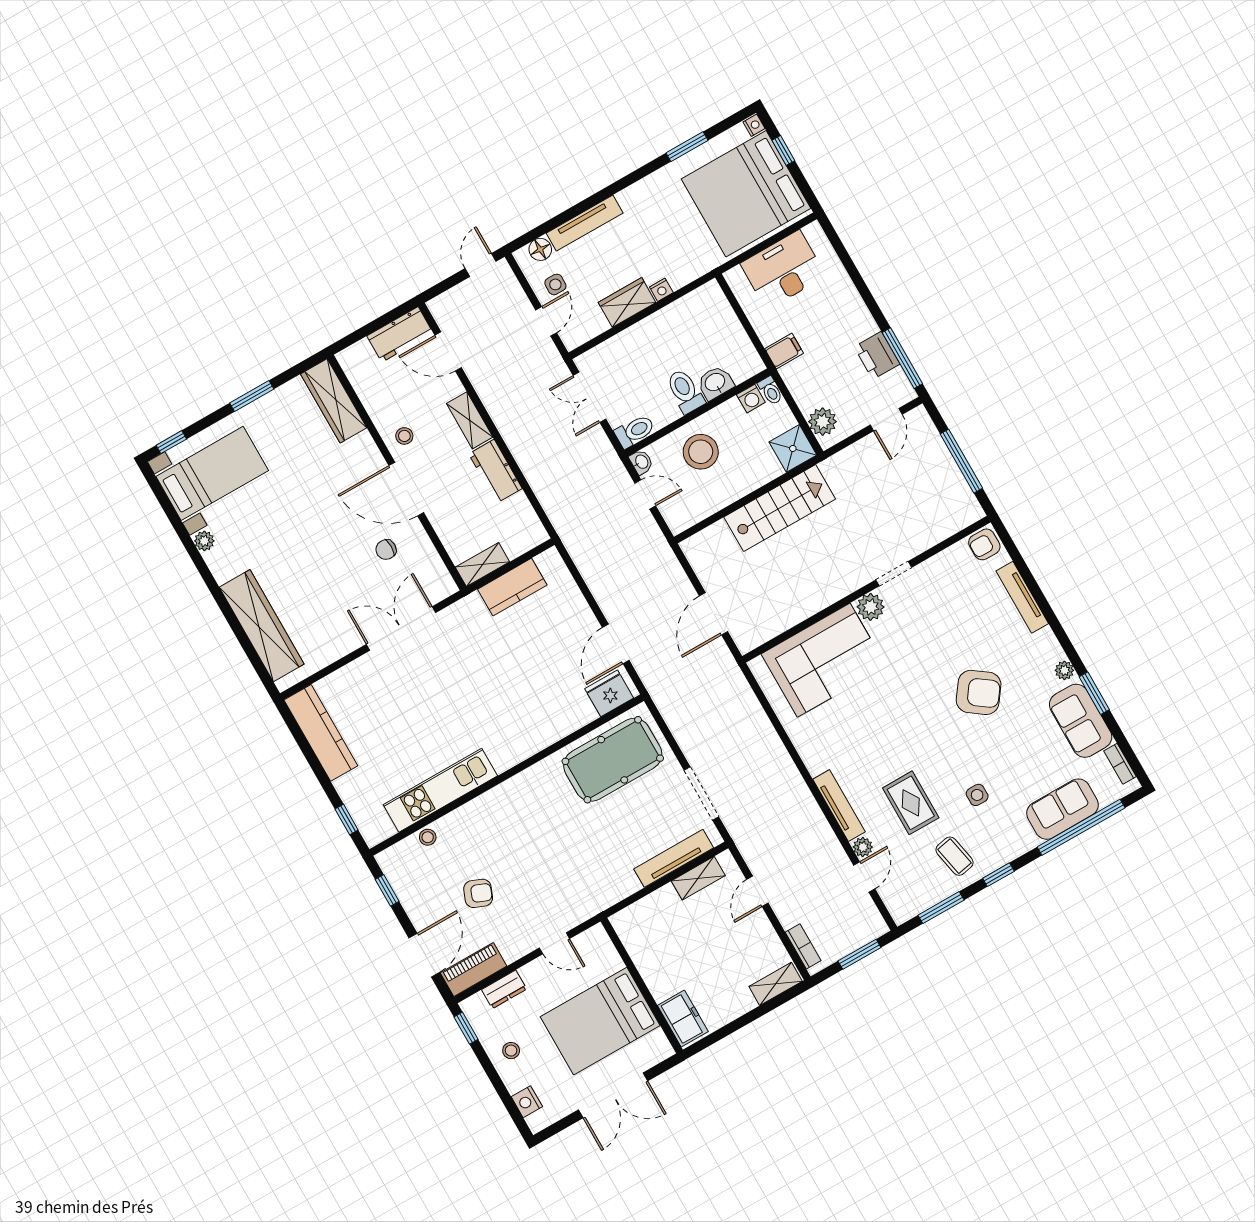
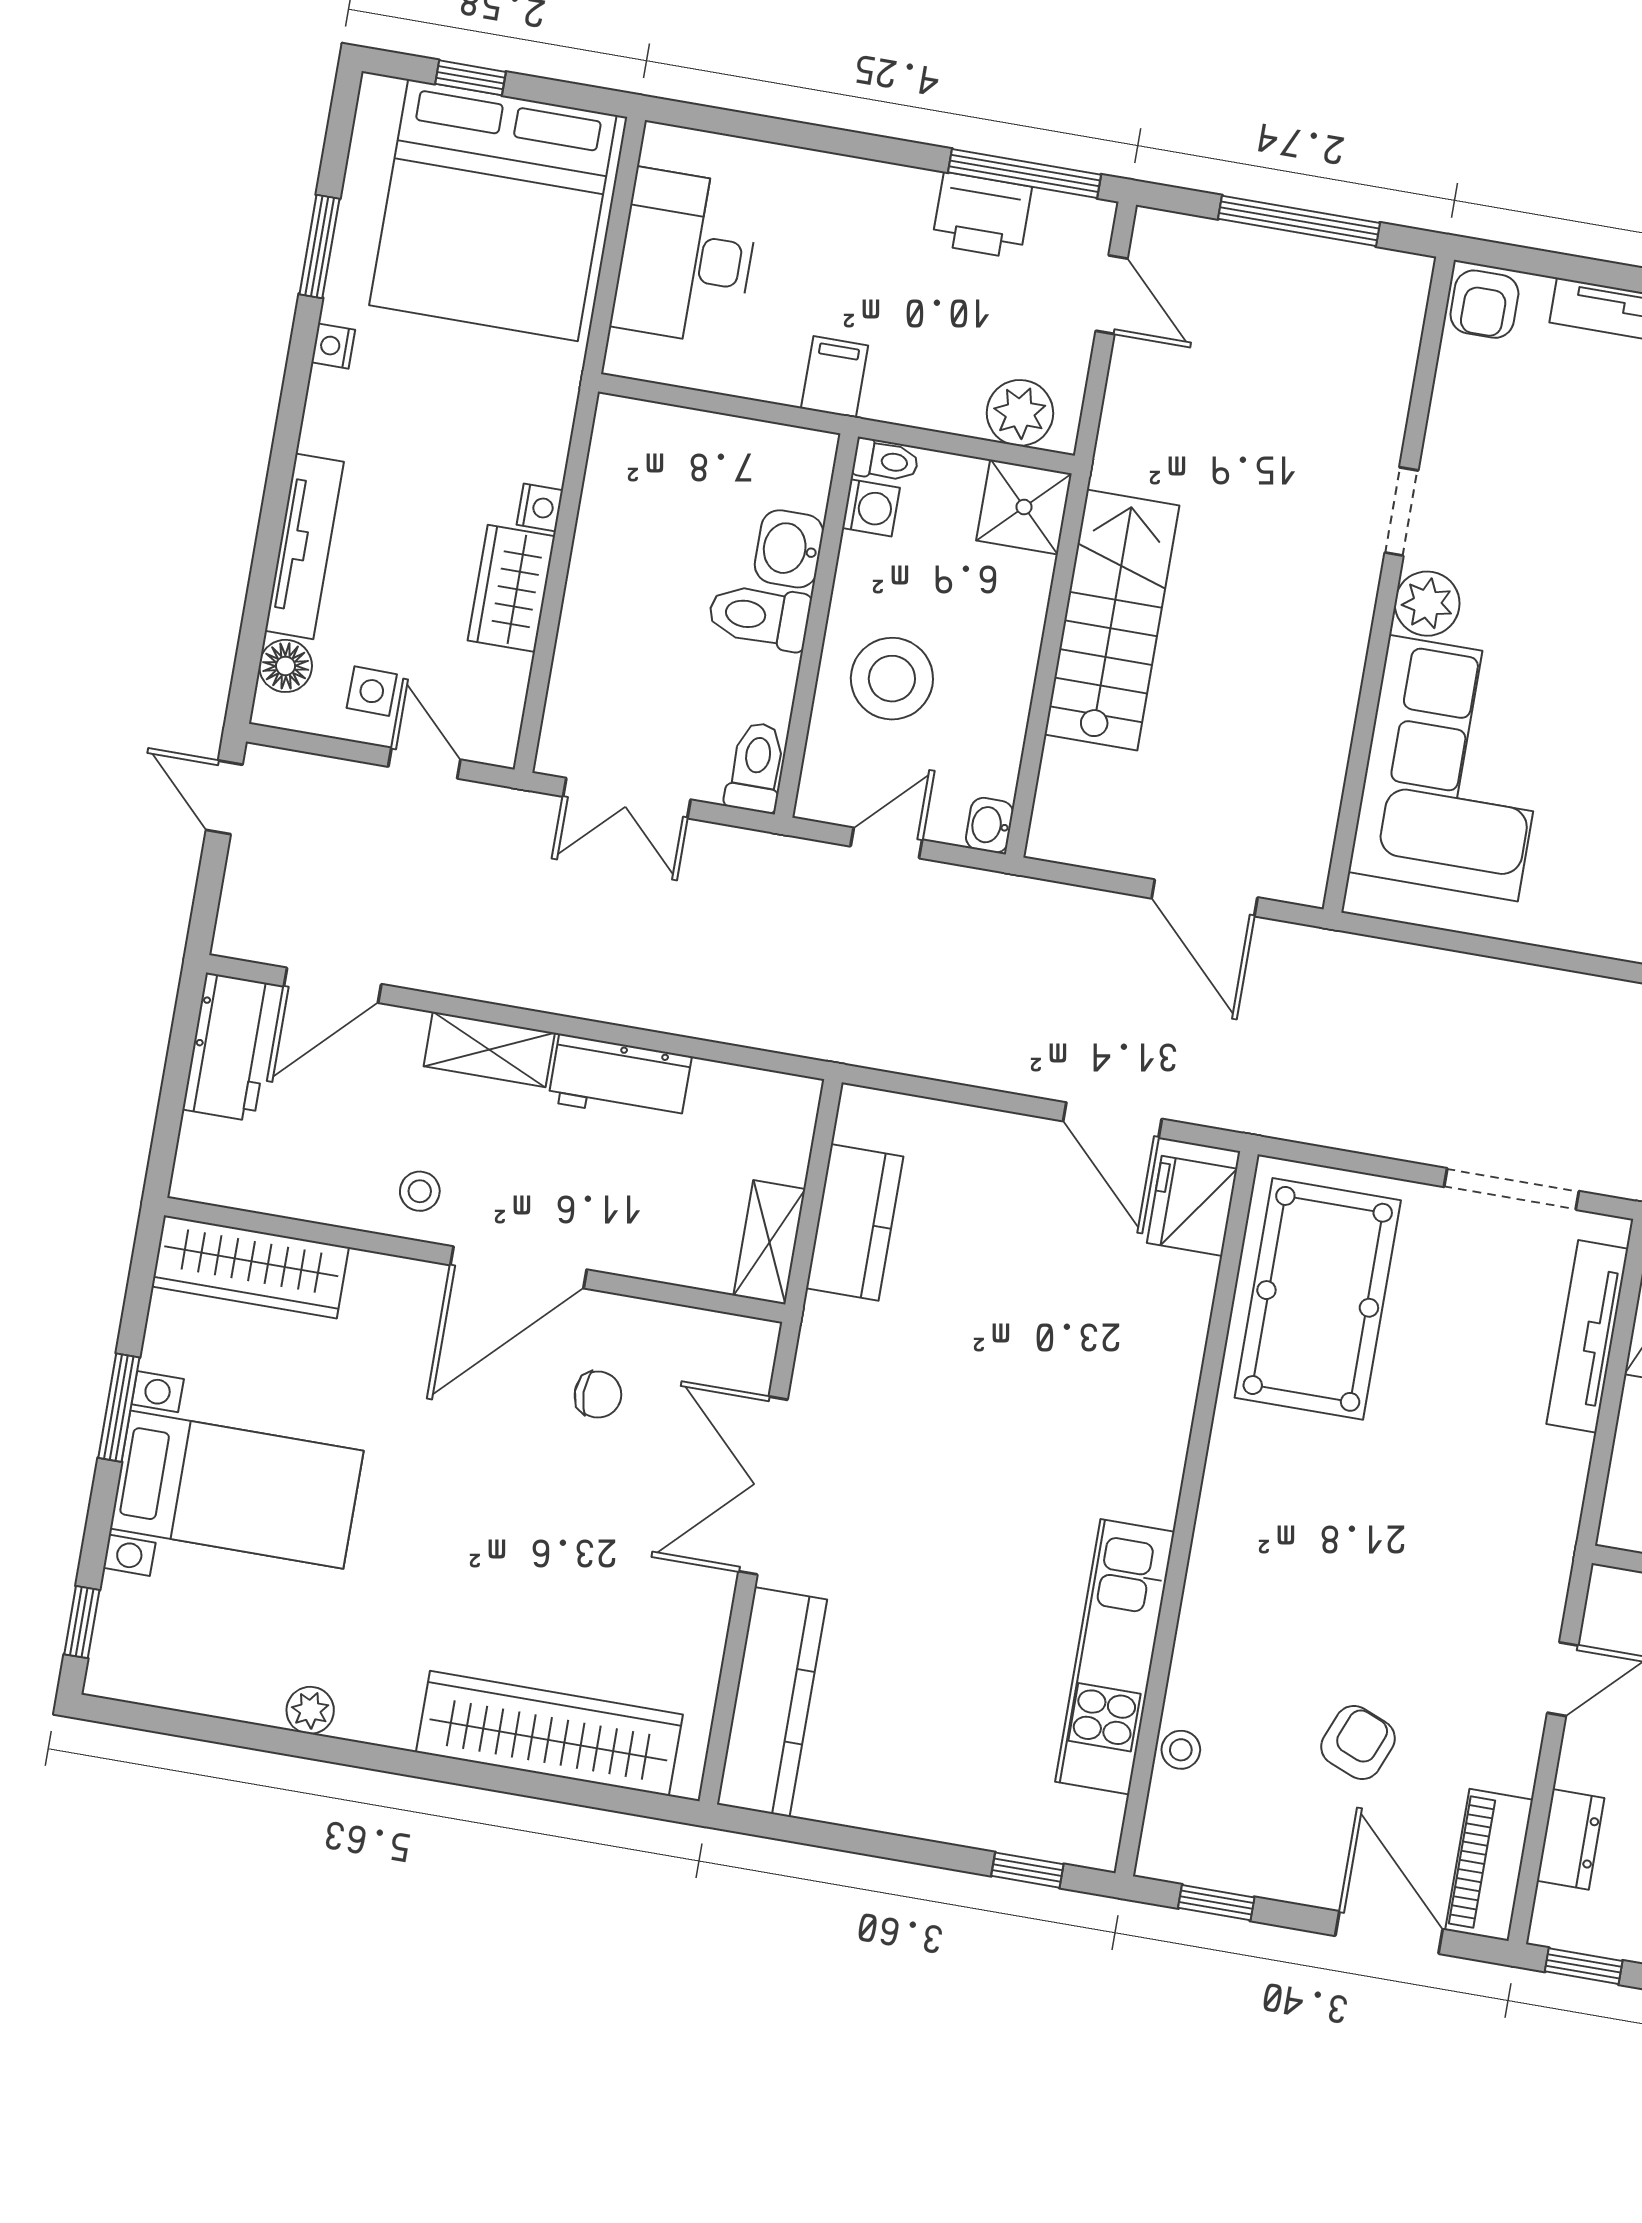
nightstand: (754, 125) -> (333, 346), moved, turned -90
washbasin: (641, 462) -> (989, 825), moved, turned -90
bed with nightstands: (212, 473) -> (237, 1490), moved, turned 90
chair: (386, 550) -> (598, 1395), turned -90
kitchen counter: (321, 733) -> (772, 1702), moved, turned 90

